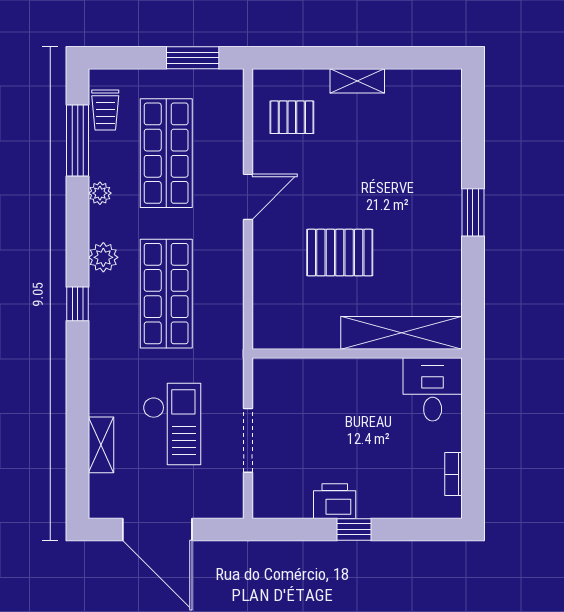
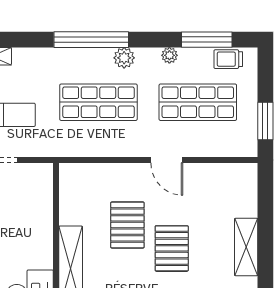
shelving: (357, 81) -> (246, 247), width x1.50, depth x1.33
pallet: (292, 117) -> (172, 248), moved, width x1.50, depth x1.42
window: (78, 304) -> (91, 40), width x3.17

